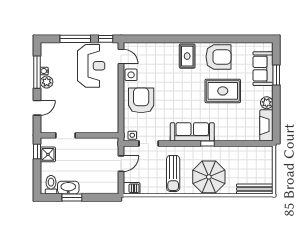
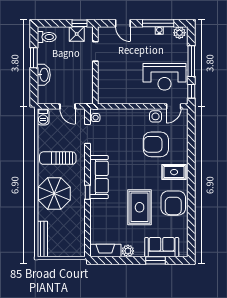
plant: (47, 82) -> (179, 33), moved
armchair: (141, 100) -> (156, 144), moved, turned 180
washbasin: (68, 188) -> (44, 75), moved

